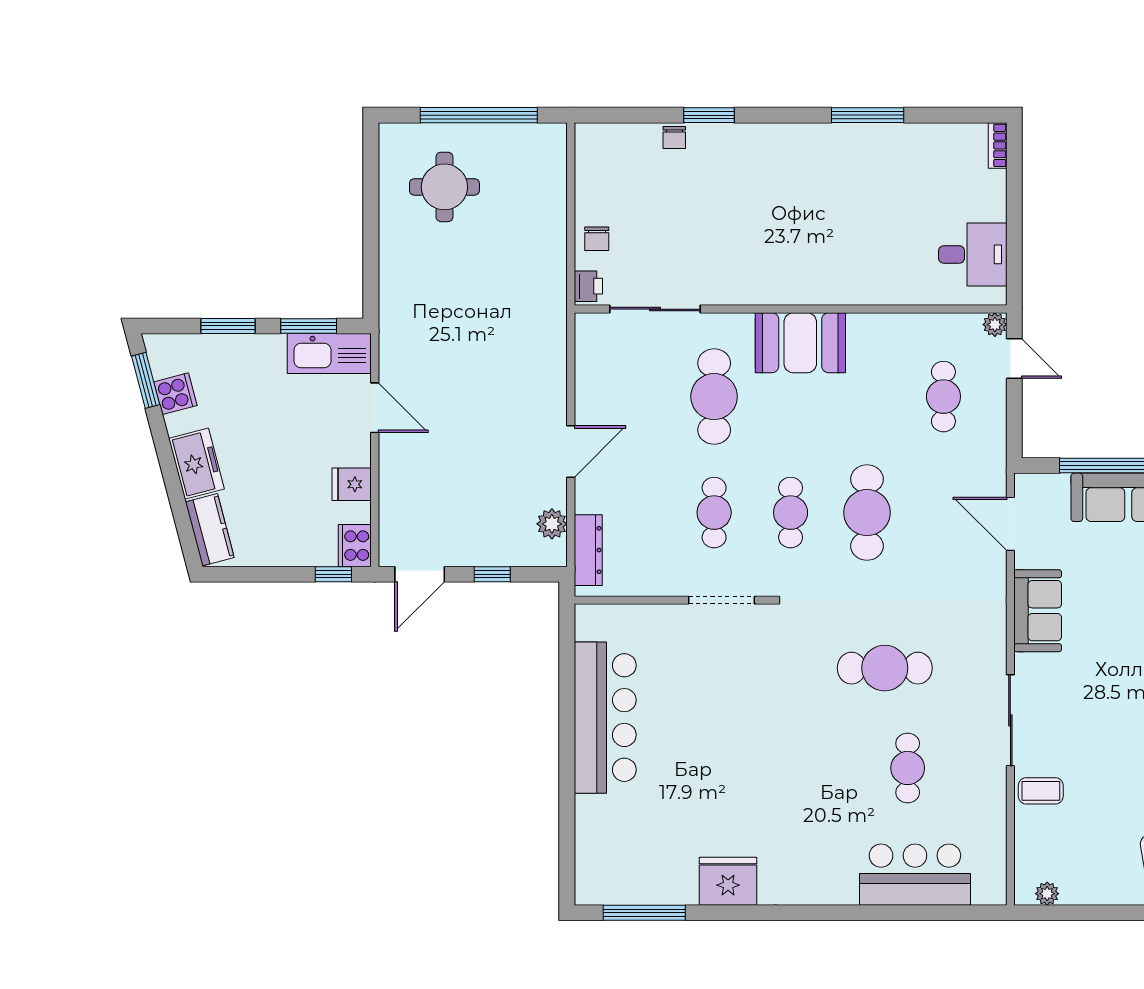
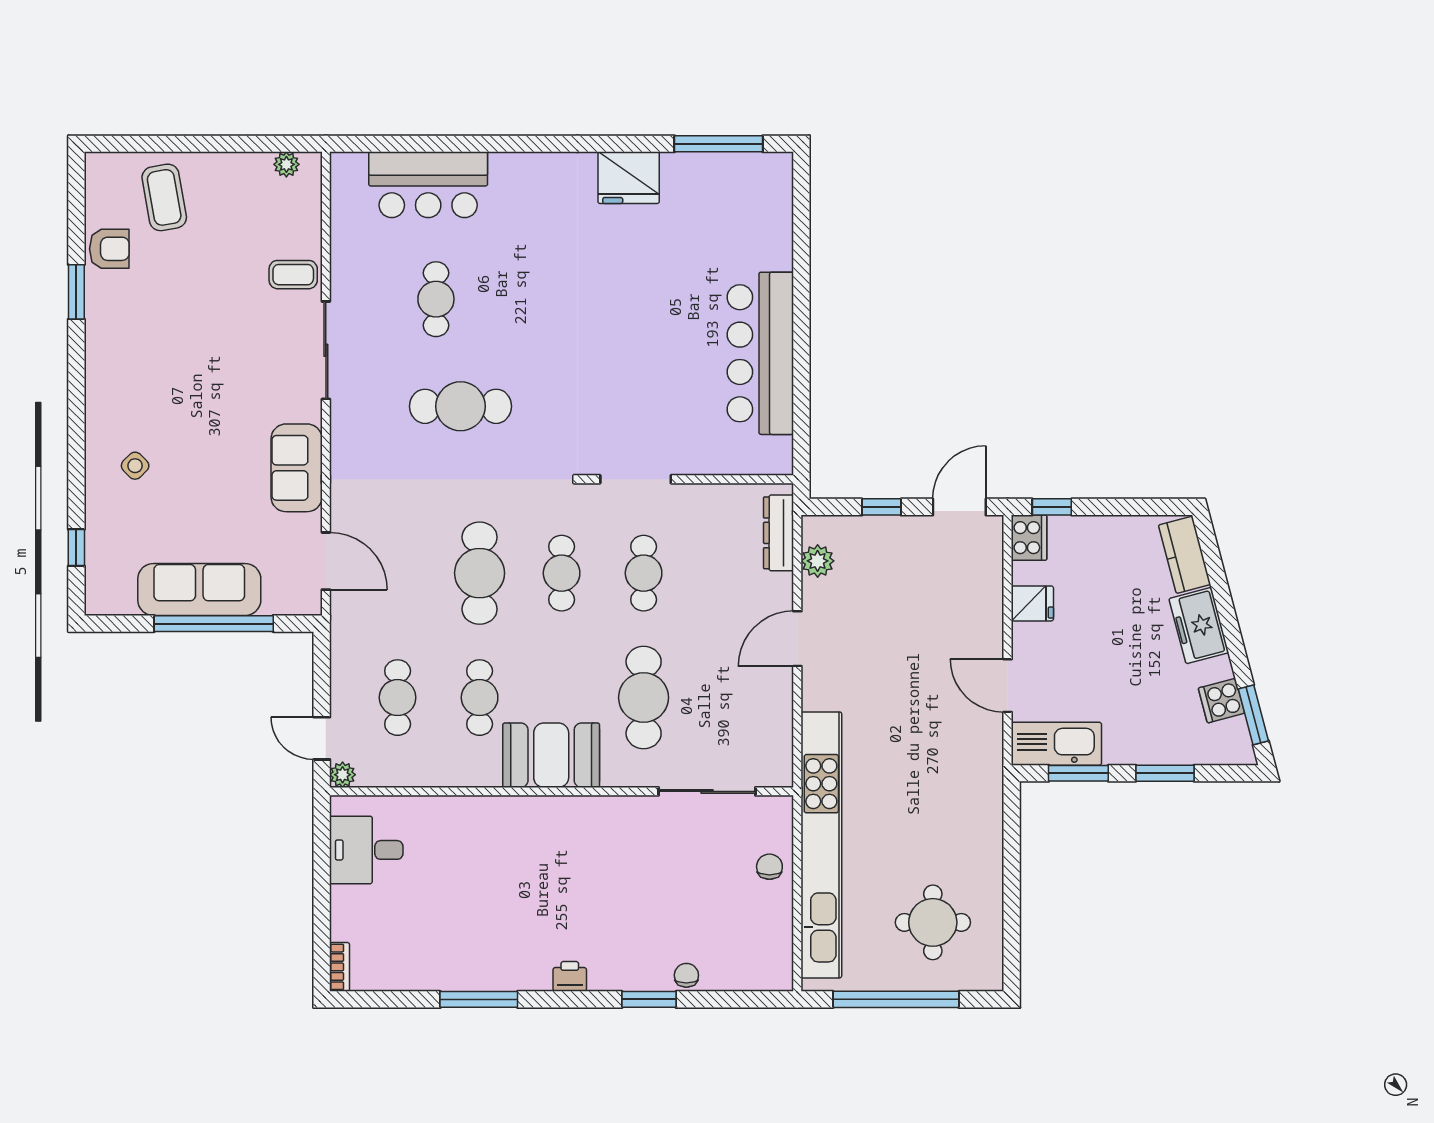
kitchen unit: (548, 259) -> (821, 845), added
printer: (588, 286) -> (570, 976), moved, turned 90
cafe table: (867, 397) -> (480, 698), added

